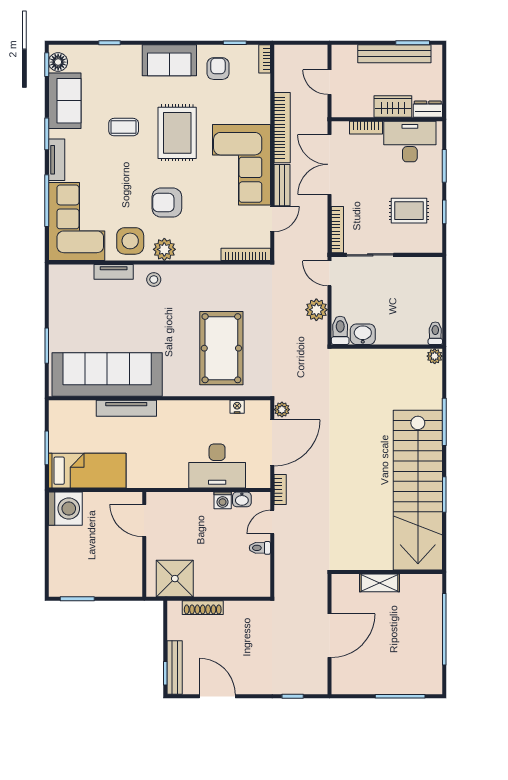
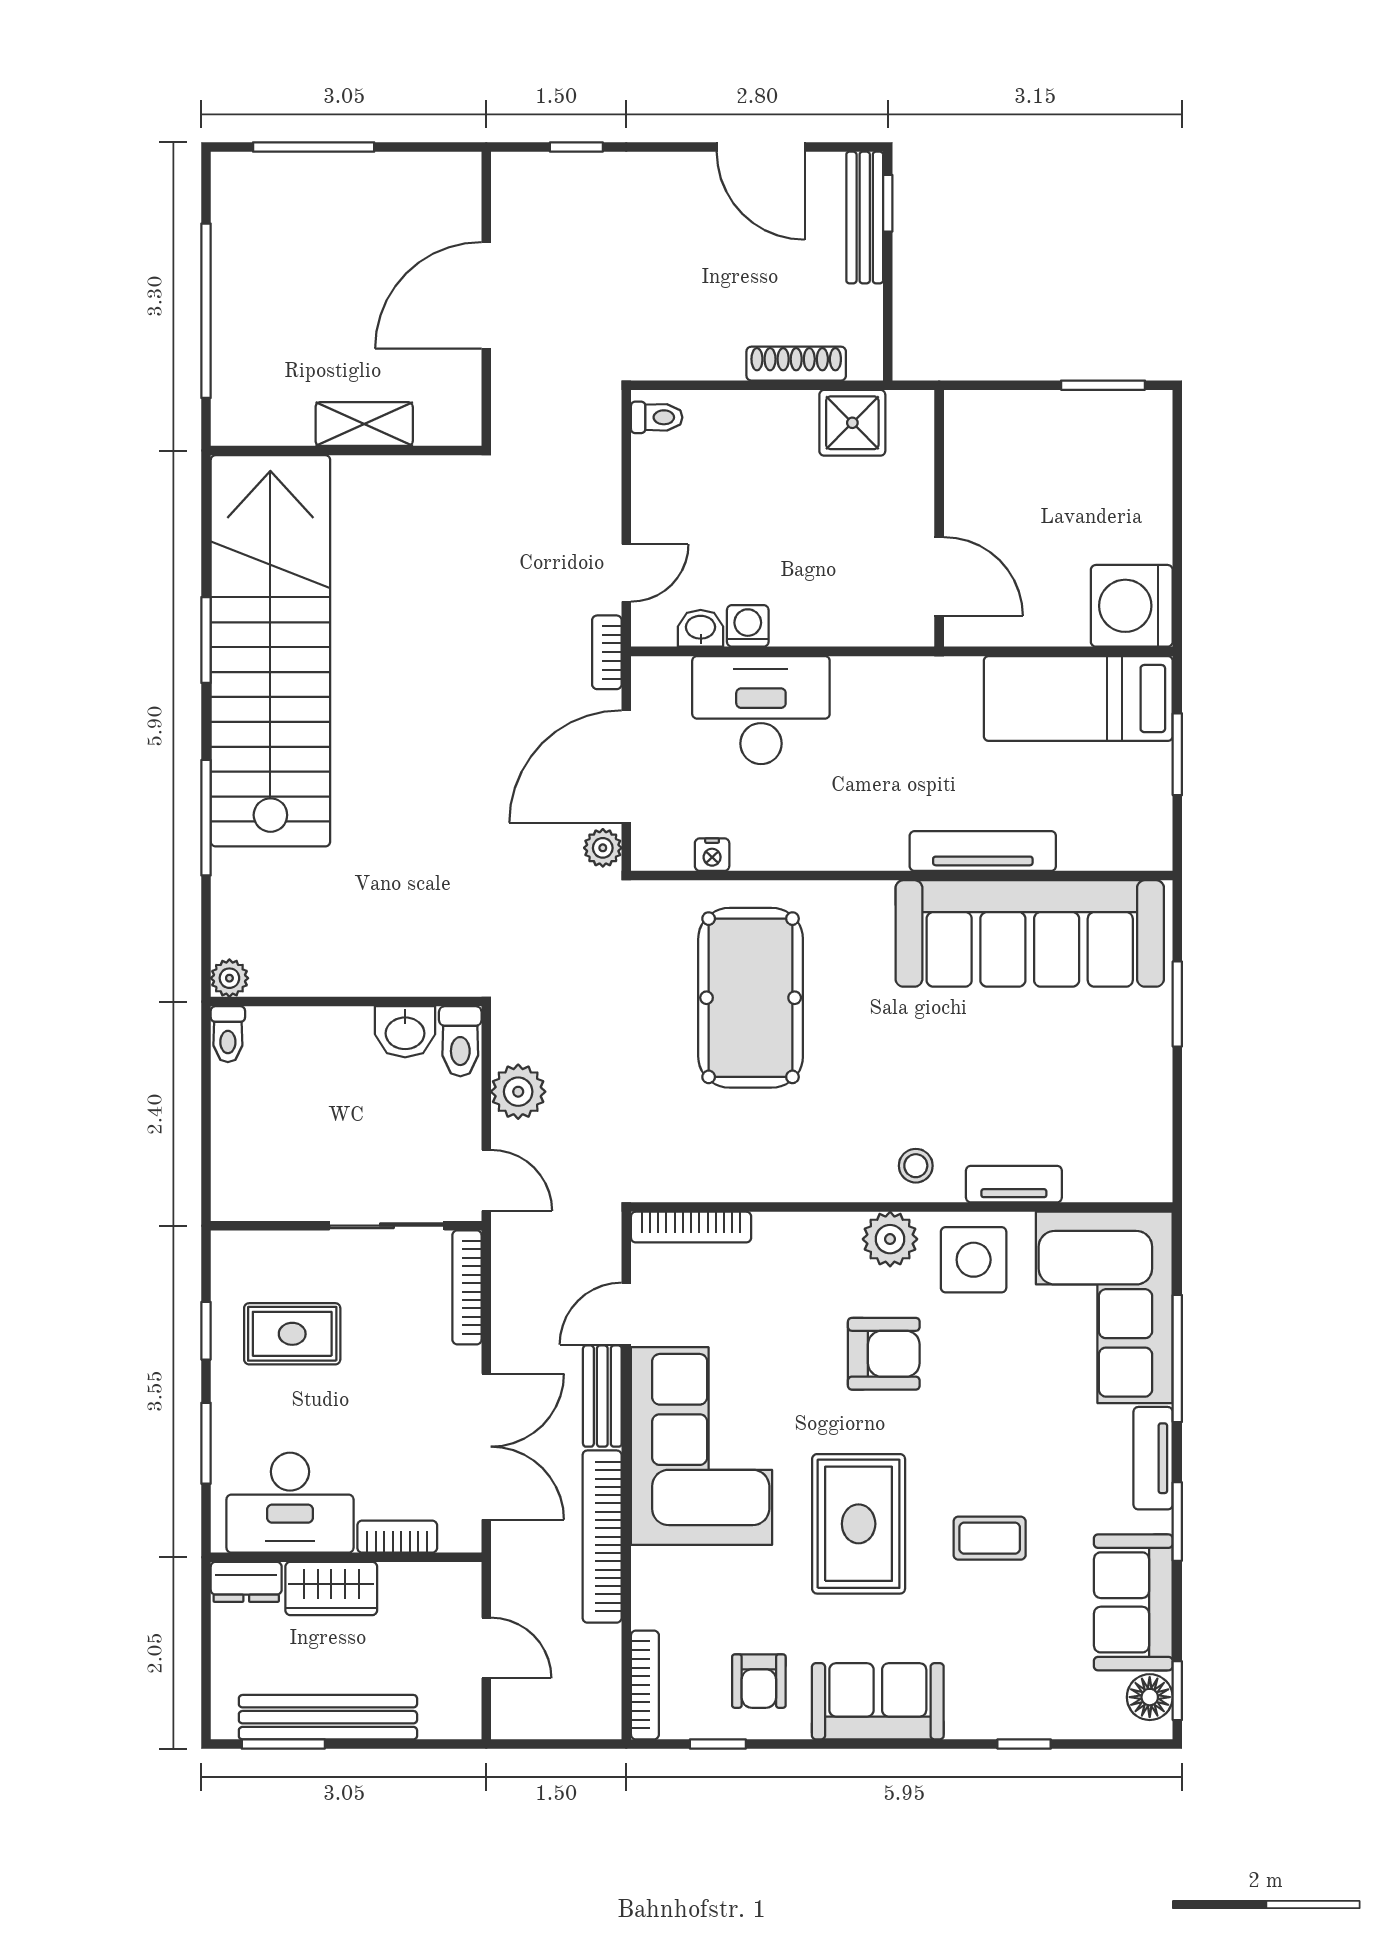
bookcase: (265, 59) -> (645, 1685), width x1.56
toilet: (260, 548) -> (657, 417), moved
shower: (175, 579) -> (852, 423), width x0.73, depth x0.73

